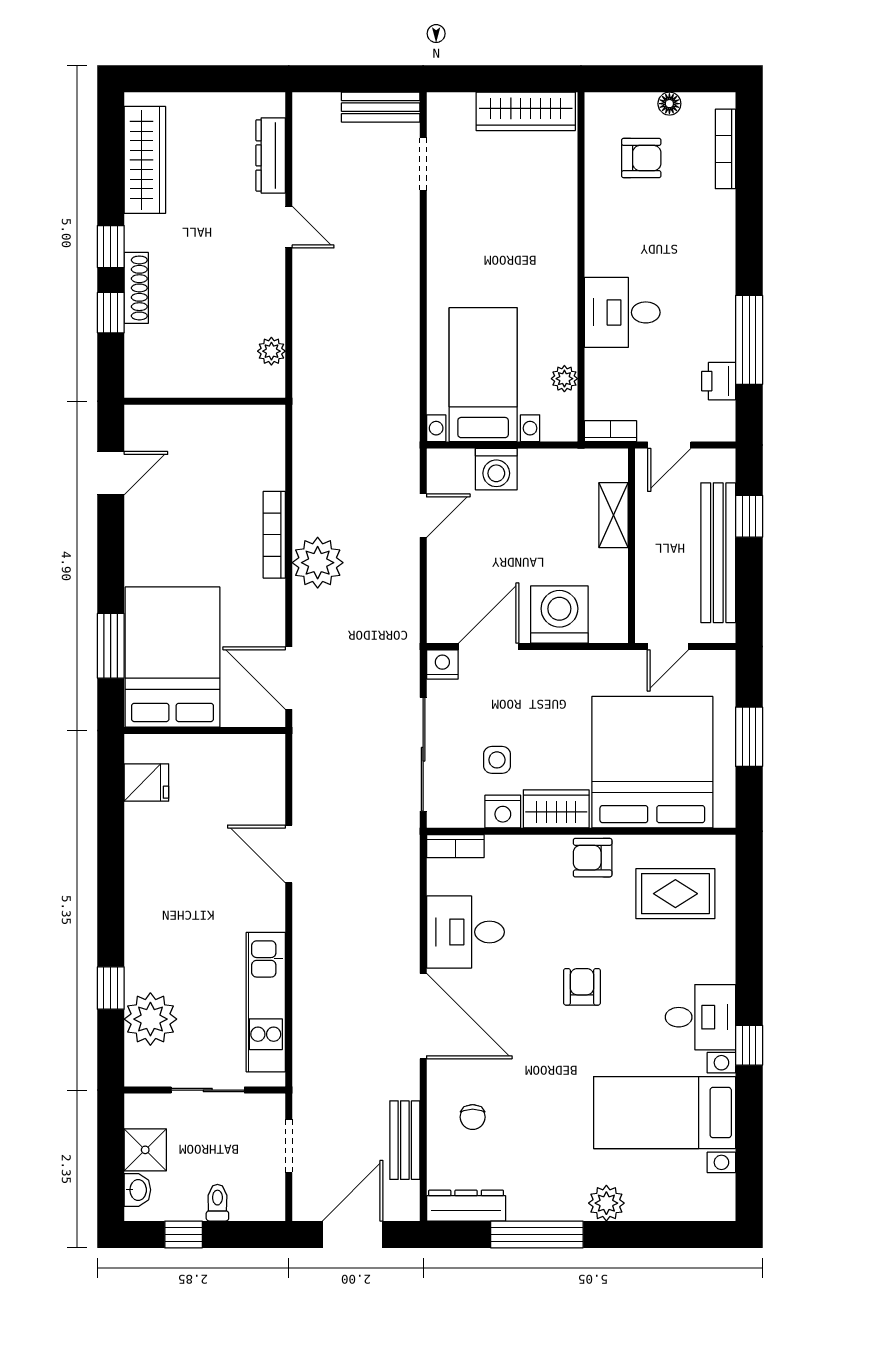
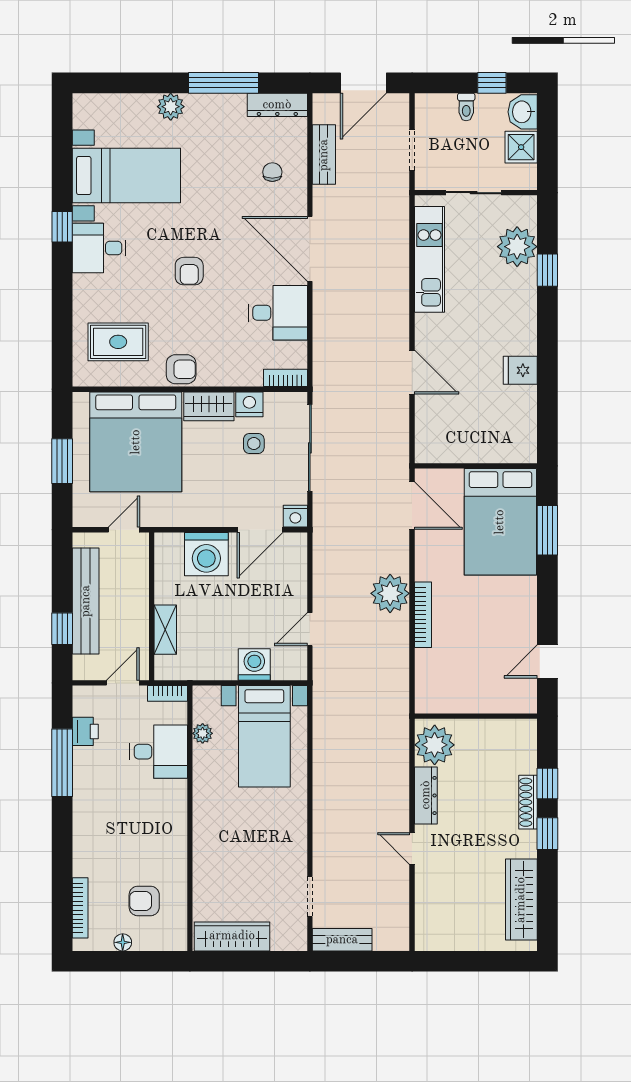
dresser: (271, 155) -> (426, 795), moved
desk: (622, 312) -> (159, 752), moved
plant: (271, 351) -> (435, 745), width x1.88, depth x1.88
fridge: (146, 782) -> (520, 370), moved
washbasin: (137, 1190) -> (523, 112), width x1.38, depth x1.45

